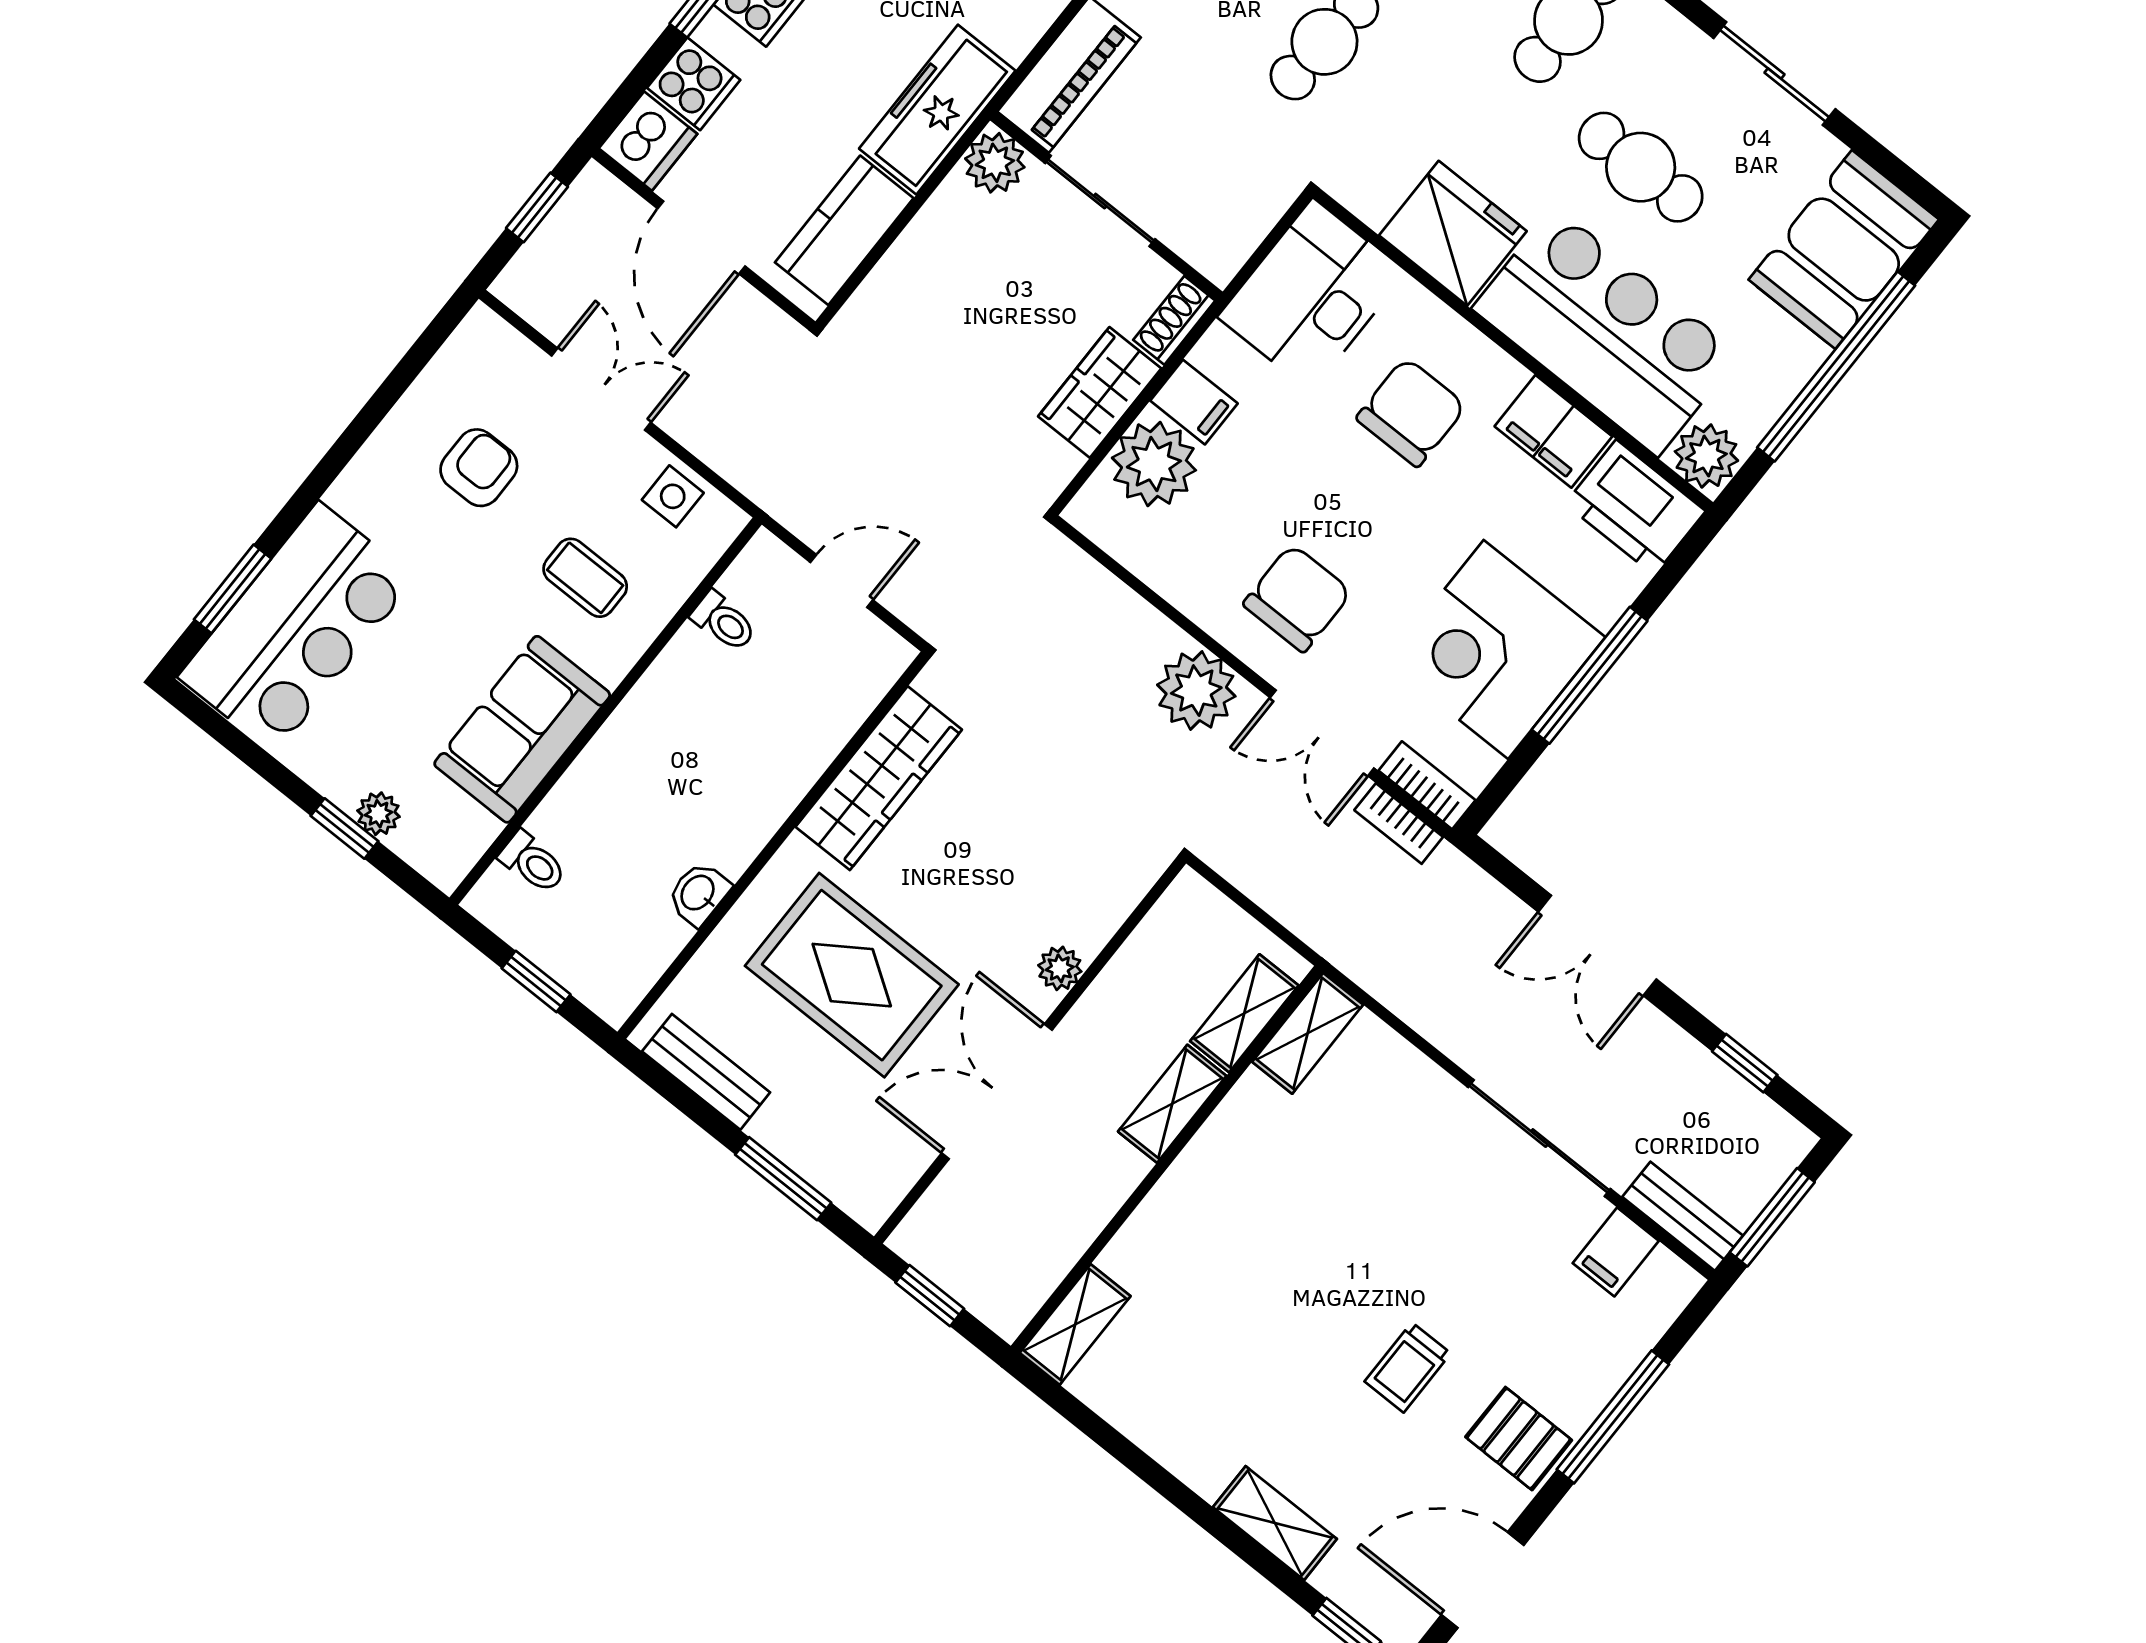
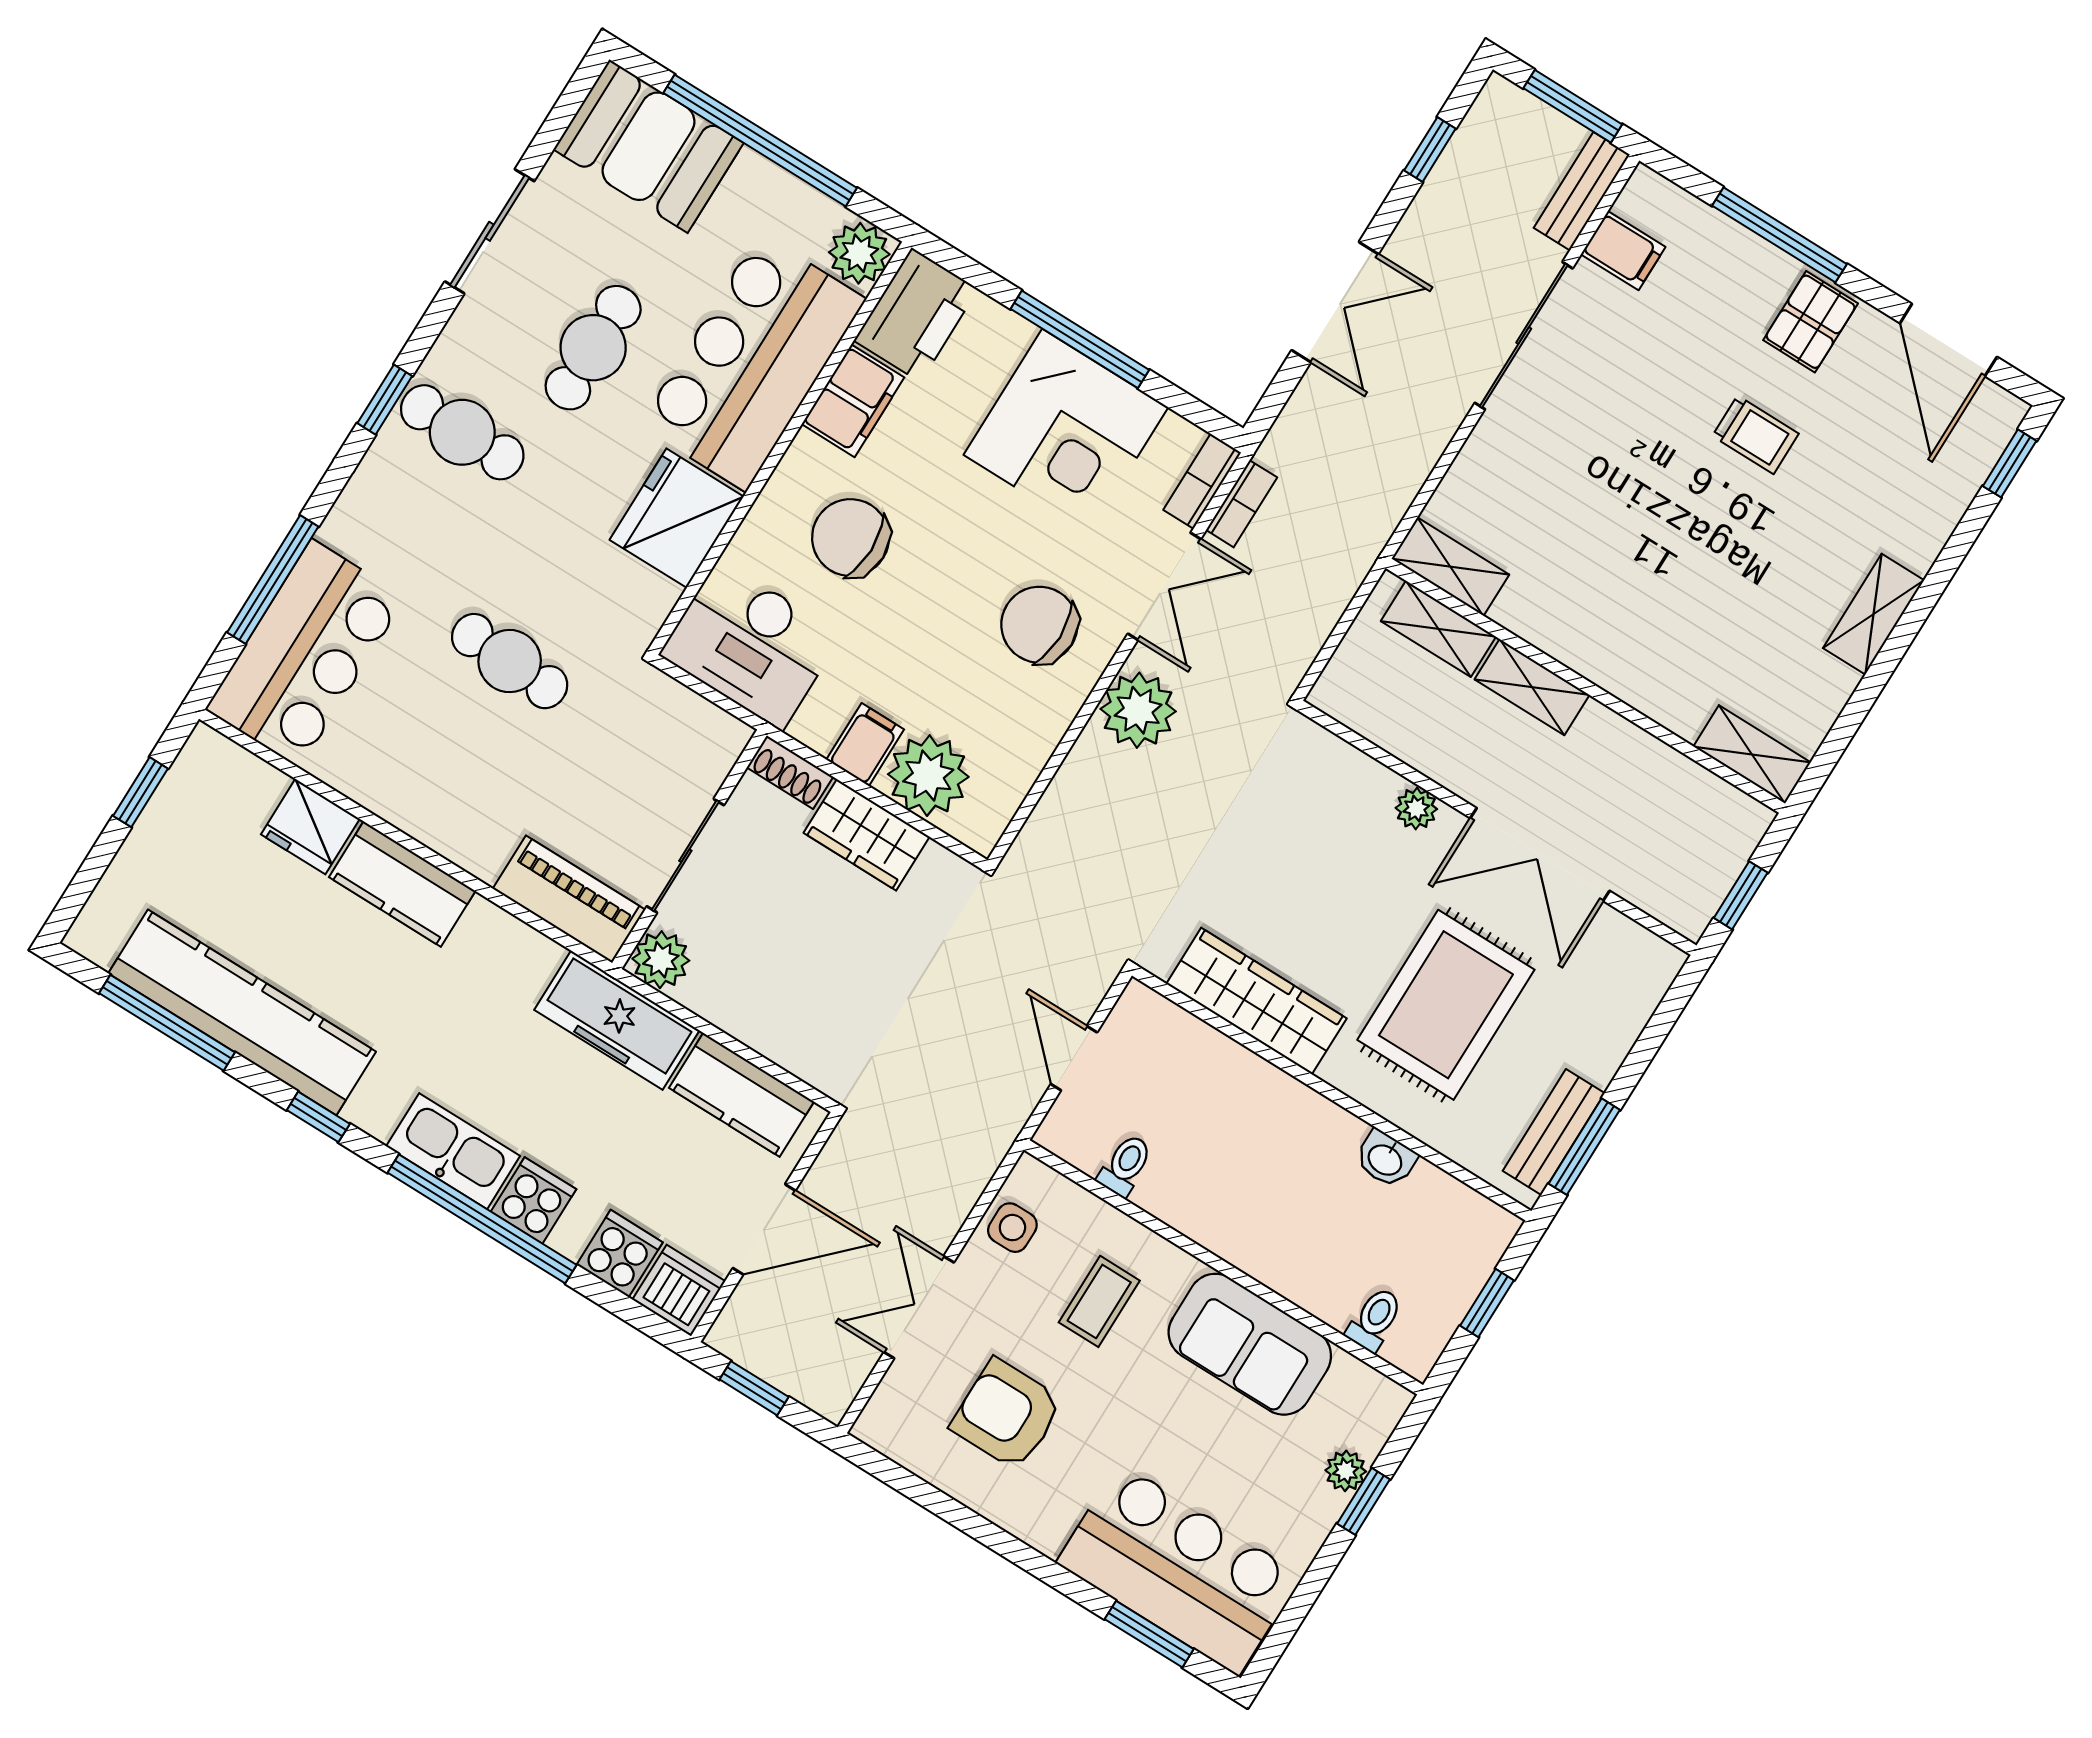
armchair: (479, 468) -> (1007, 1414), width x1.38, depth x1.38
window: (783, 1179) -> (1584, 1147), moved
shelving: (1275, 1523) -> (1874, 614), moved

